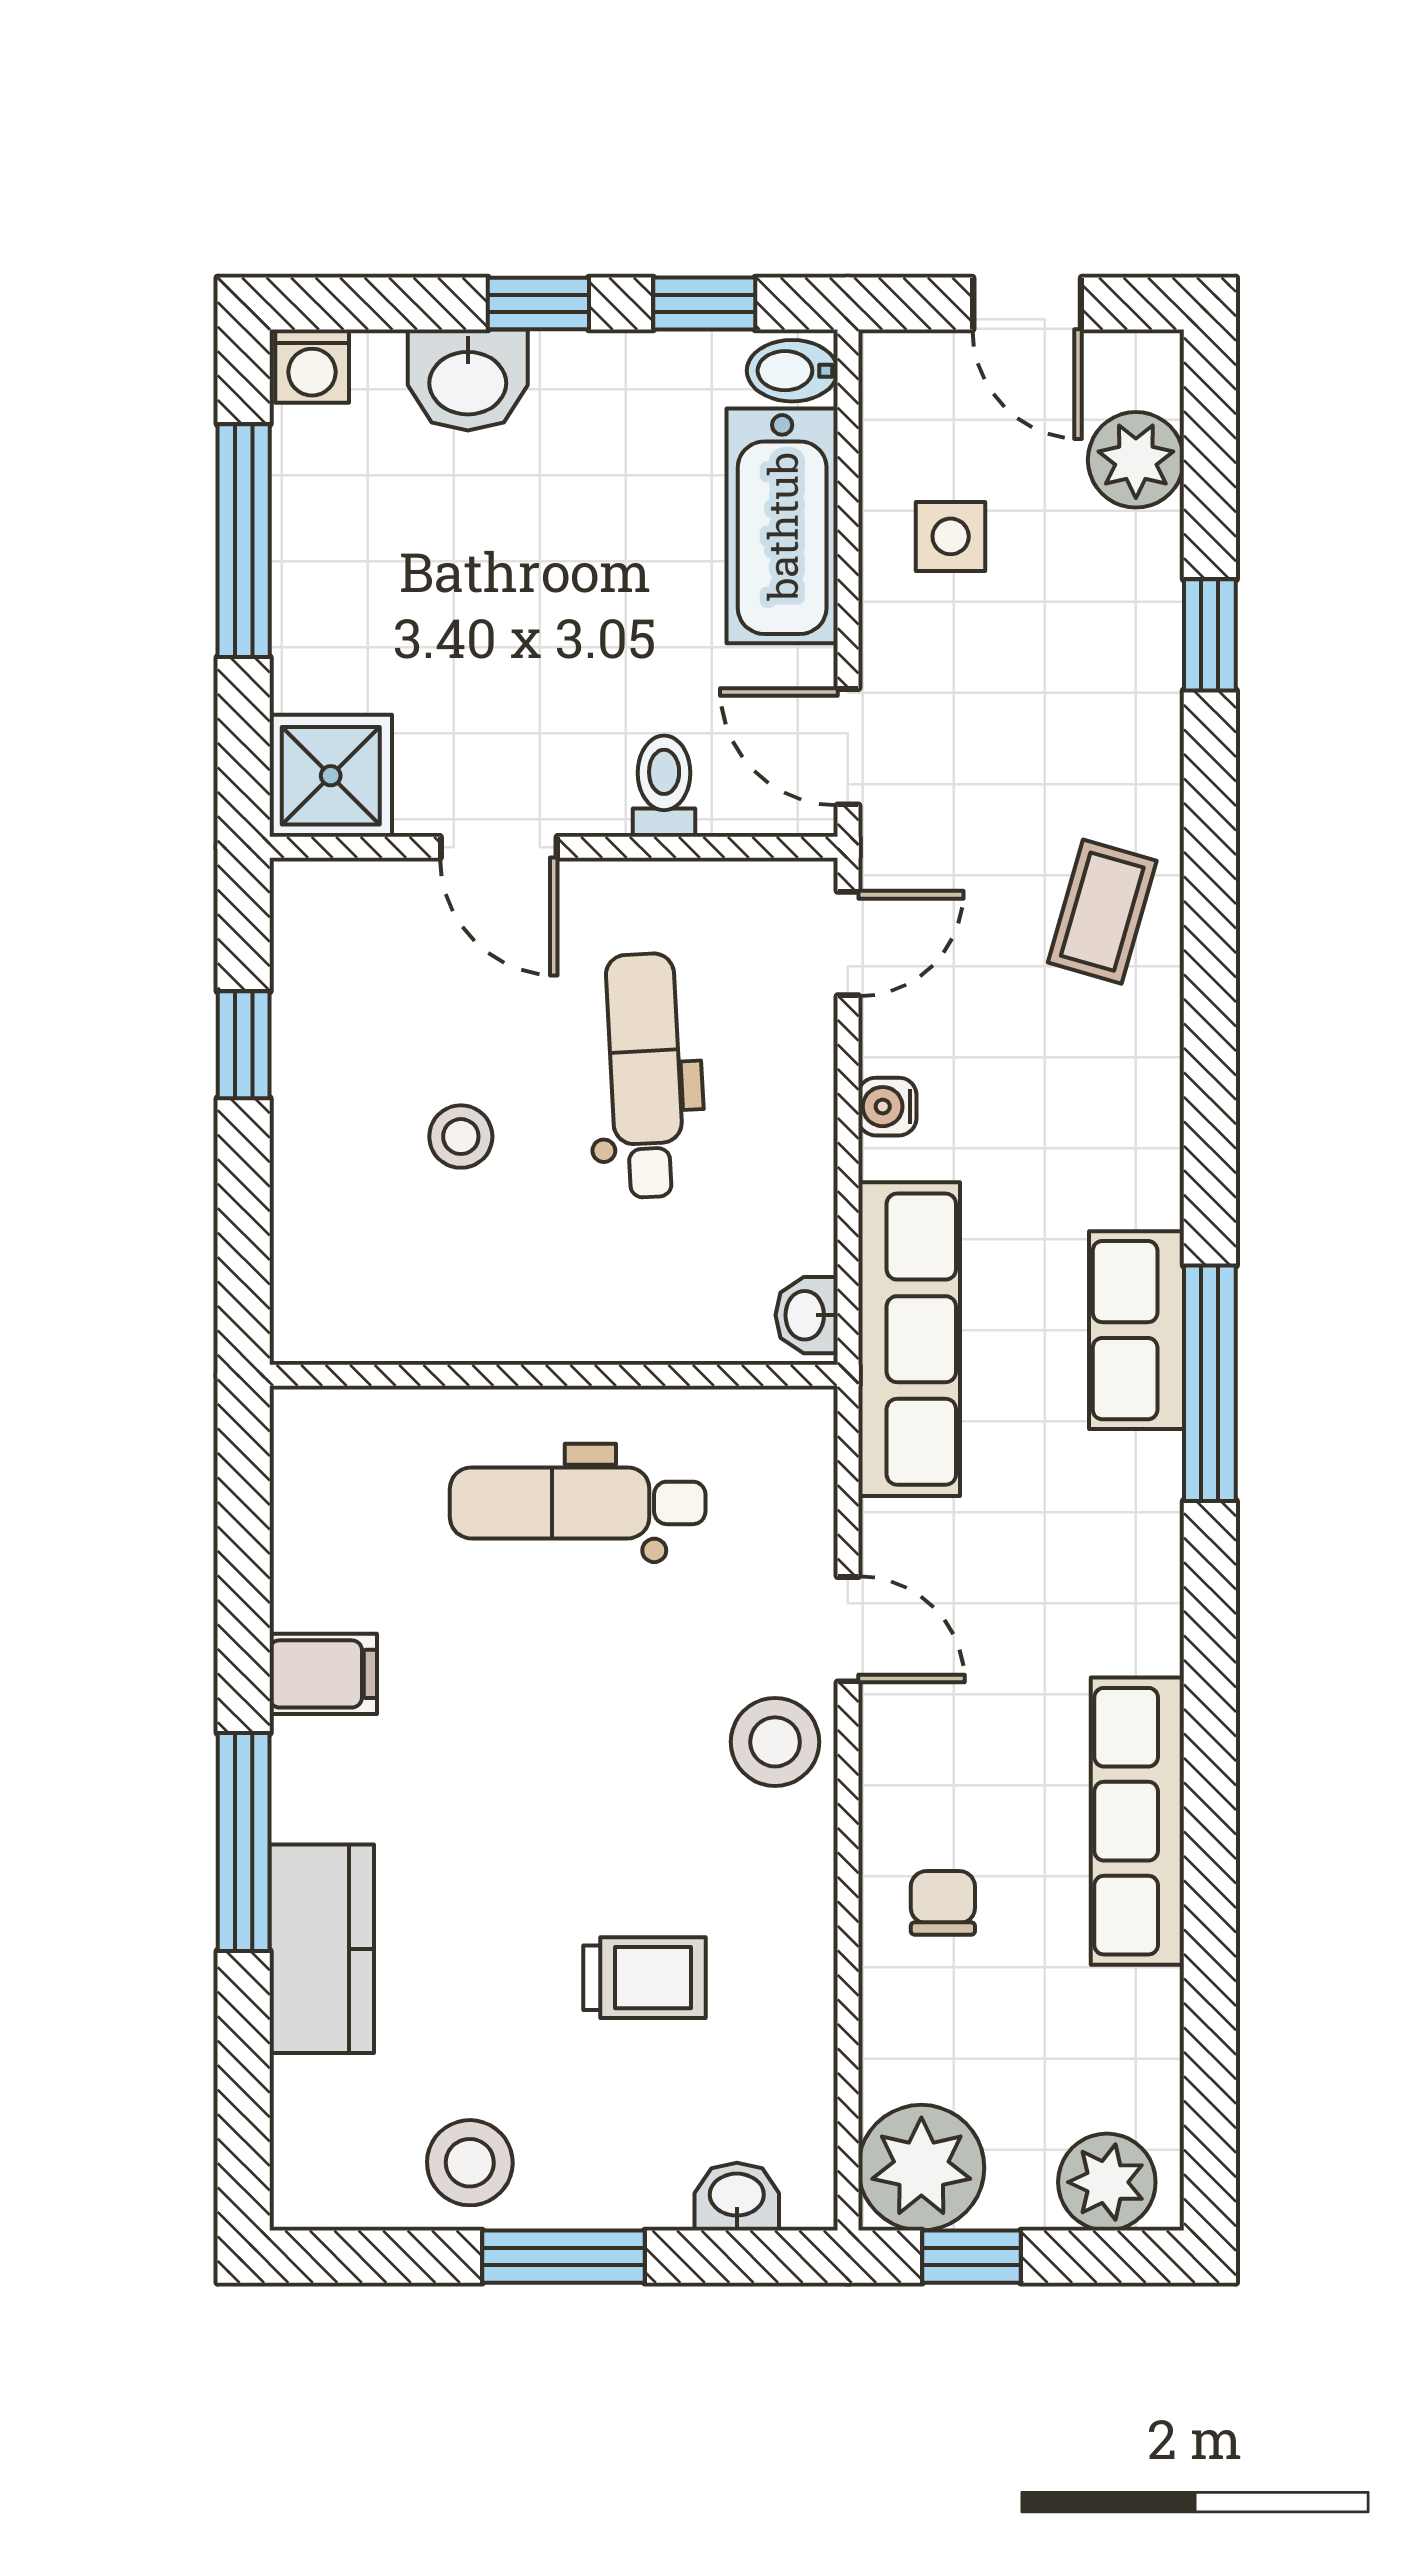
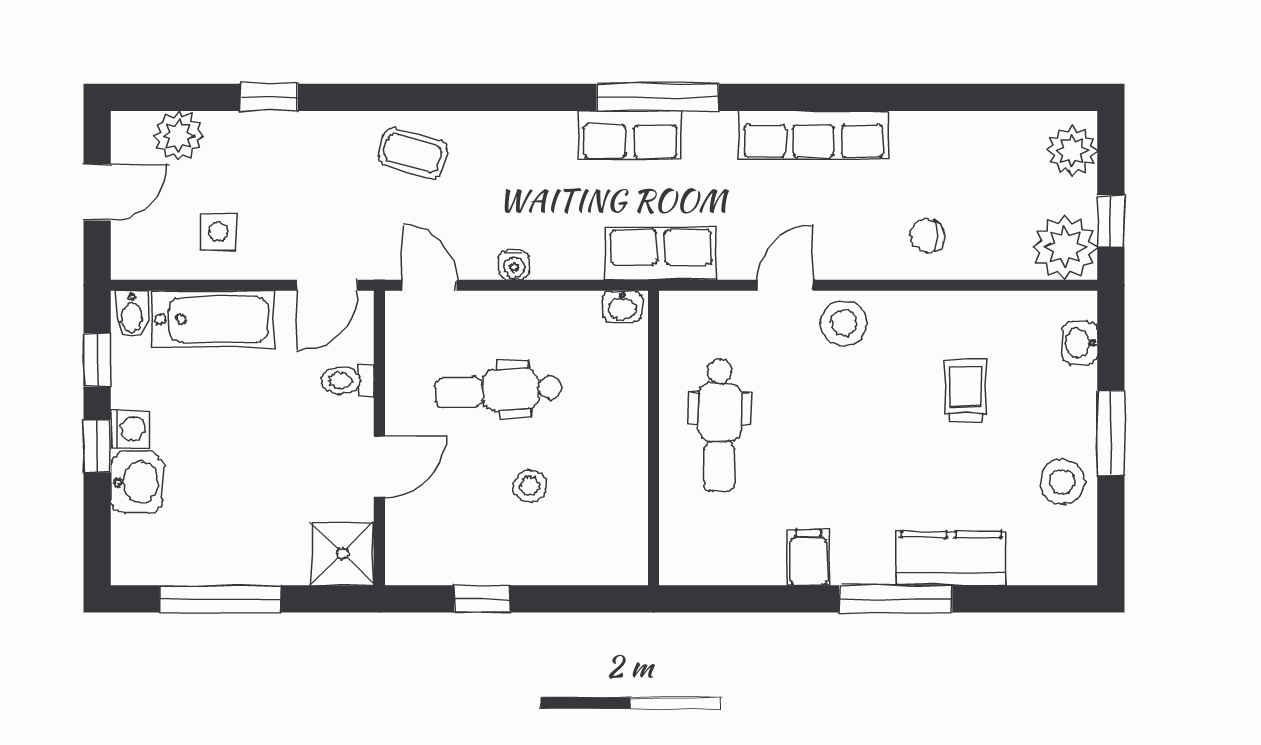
washing machine: (312, 366) -> (130, 429), moved
row of seats: (909, 1339) -> (661, 253), width x0.68
row of seats: (1137, 1821) -> (813, 135), moved

